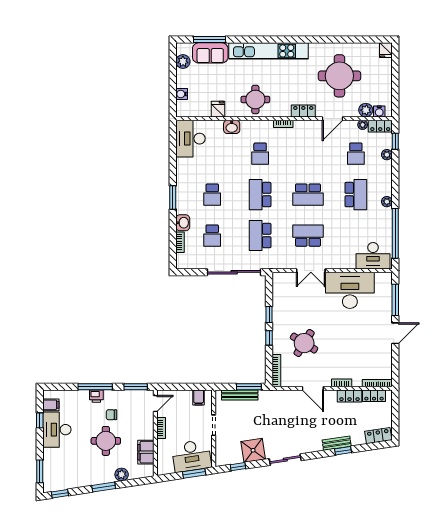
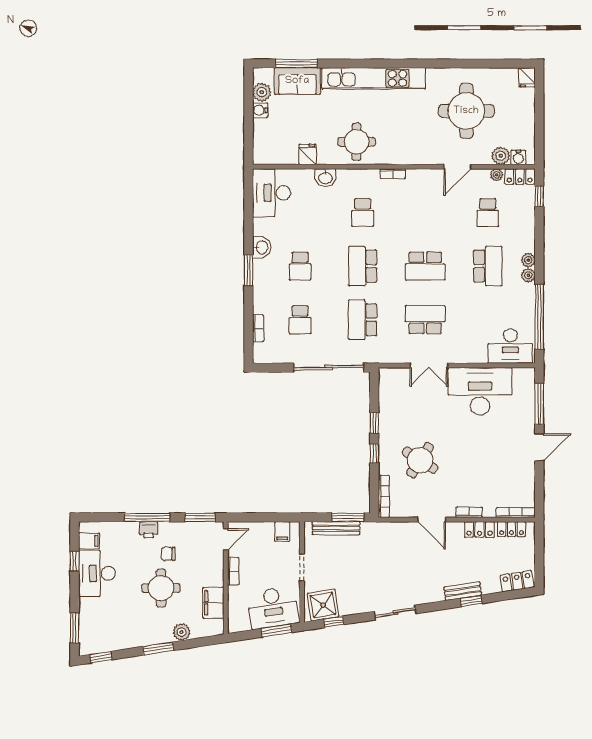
water cooler: (182, 94) -> (260, 110), moved
locker: (303, 111) -> (419, 157), removed
plant: (387, 155) -> (528, 260), moved
washbasin: (183, 223) -> (262, 247), moved
shower: (253, 450) -> (323, 605), moved

